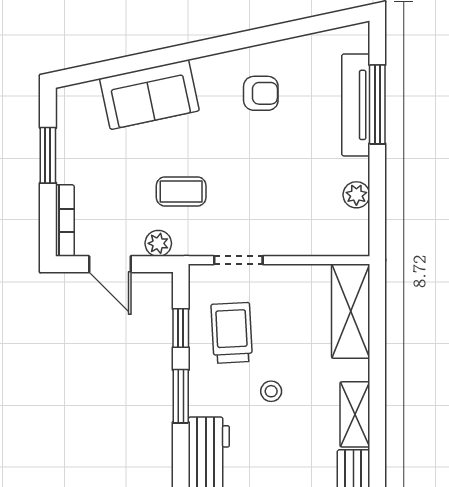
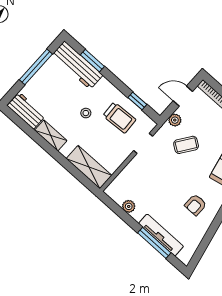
coffee table: (181, 191) -> (186, 145), turned 35
window: (181, 396) -> (92, 61), moved

